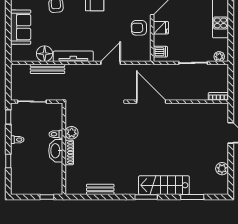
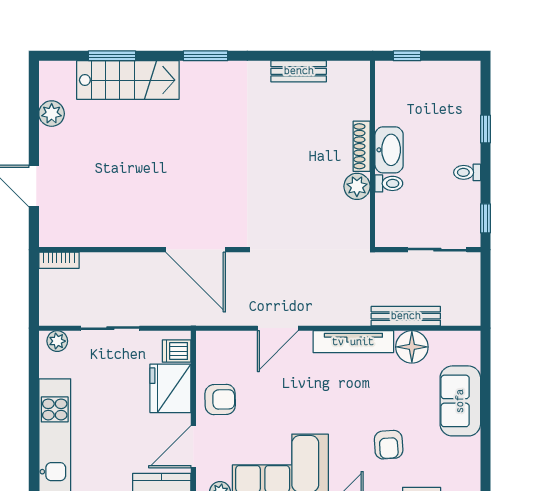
fridge: (161, 28) -> (170, 388), width x1.88, depth x1.34
stairs: (164, 185) -> (128, 80), moved

